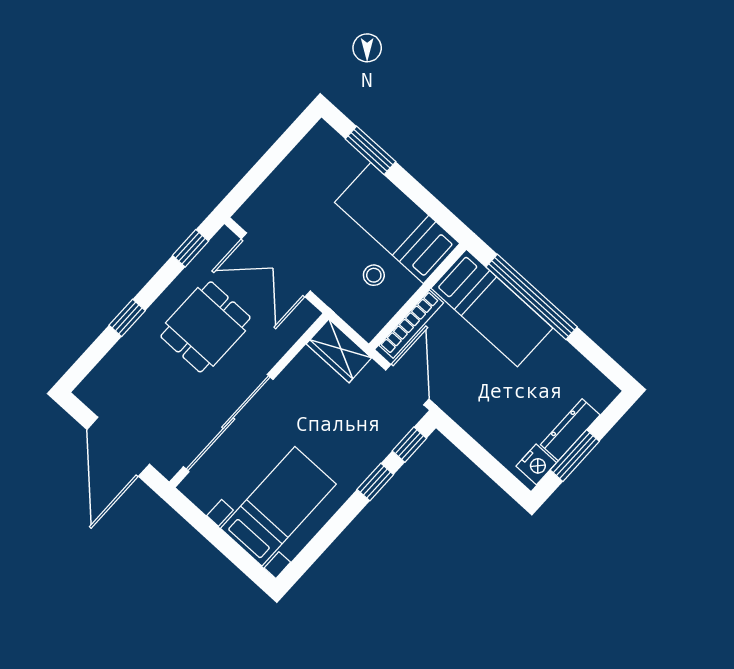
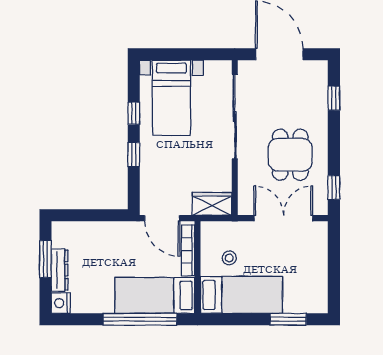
window: (127, 318) -> (334, 98), moved
window: (409, 445) -> (134, 113), moved
nightstand: (536, 464) -> (61, 303), moved

